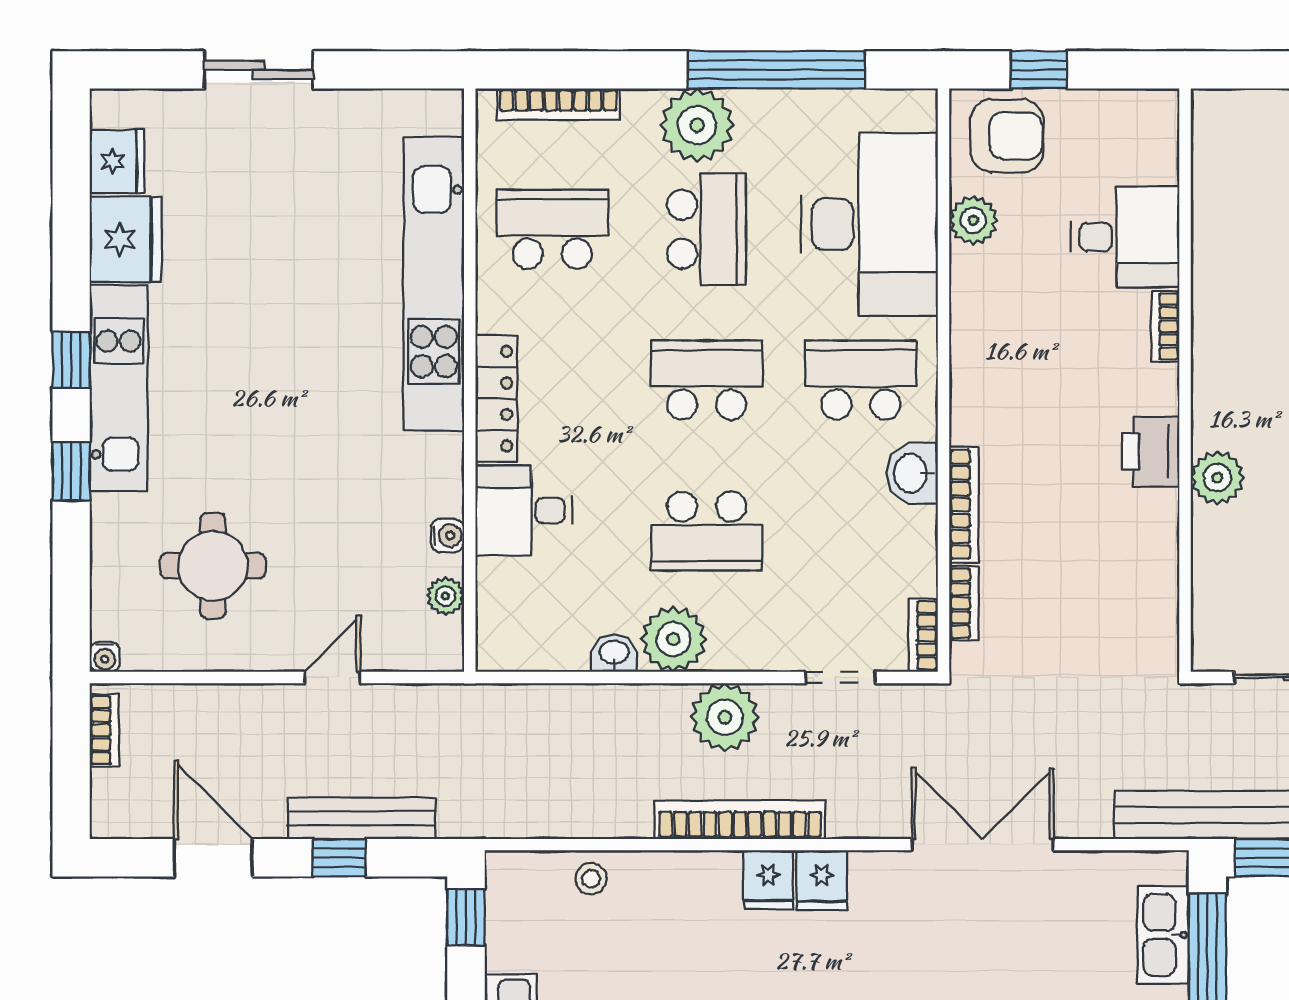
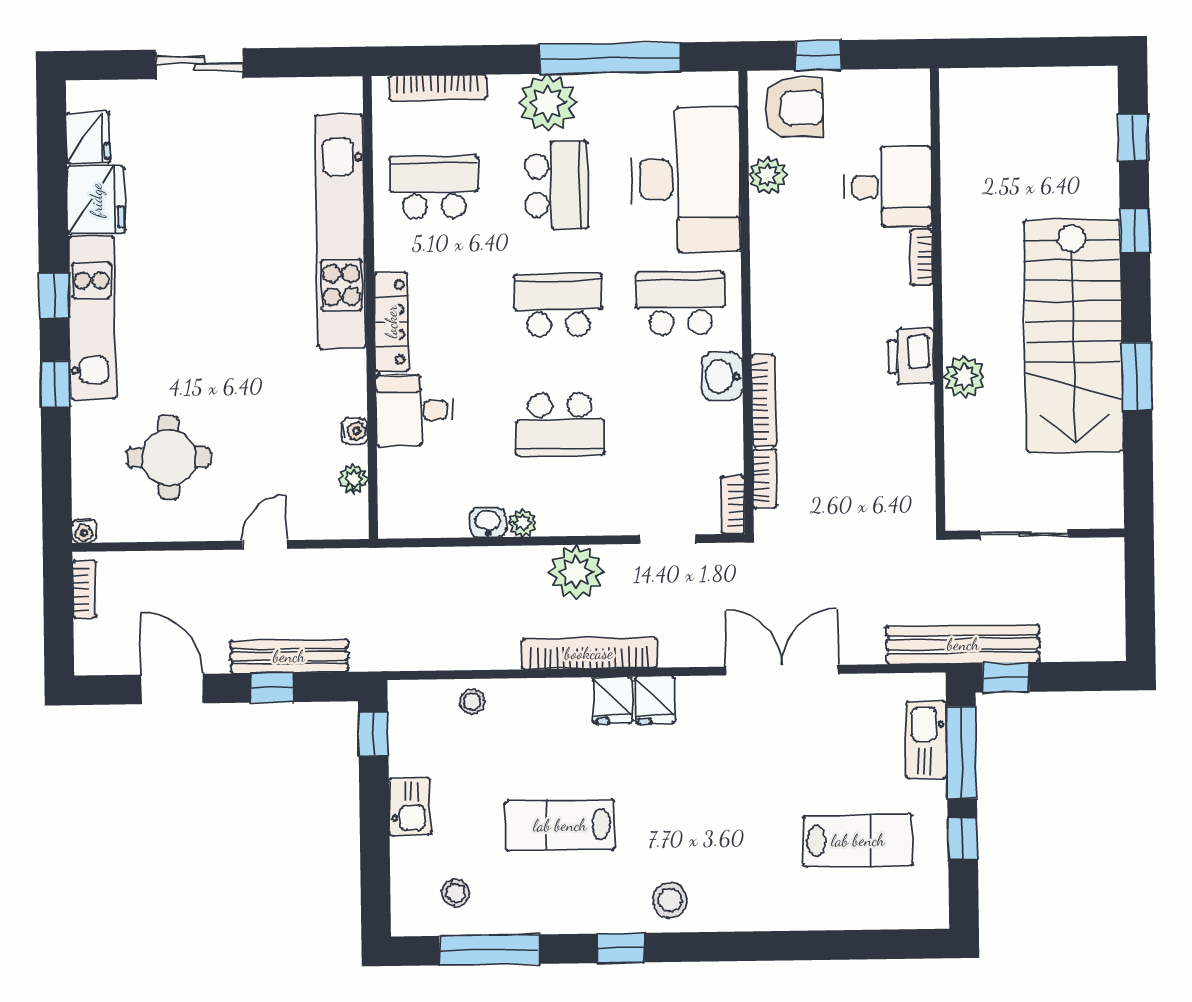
plant: (673, 639) -> (523, 523), width x0.53, depth x0.53

